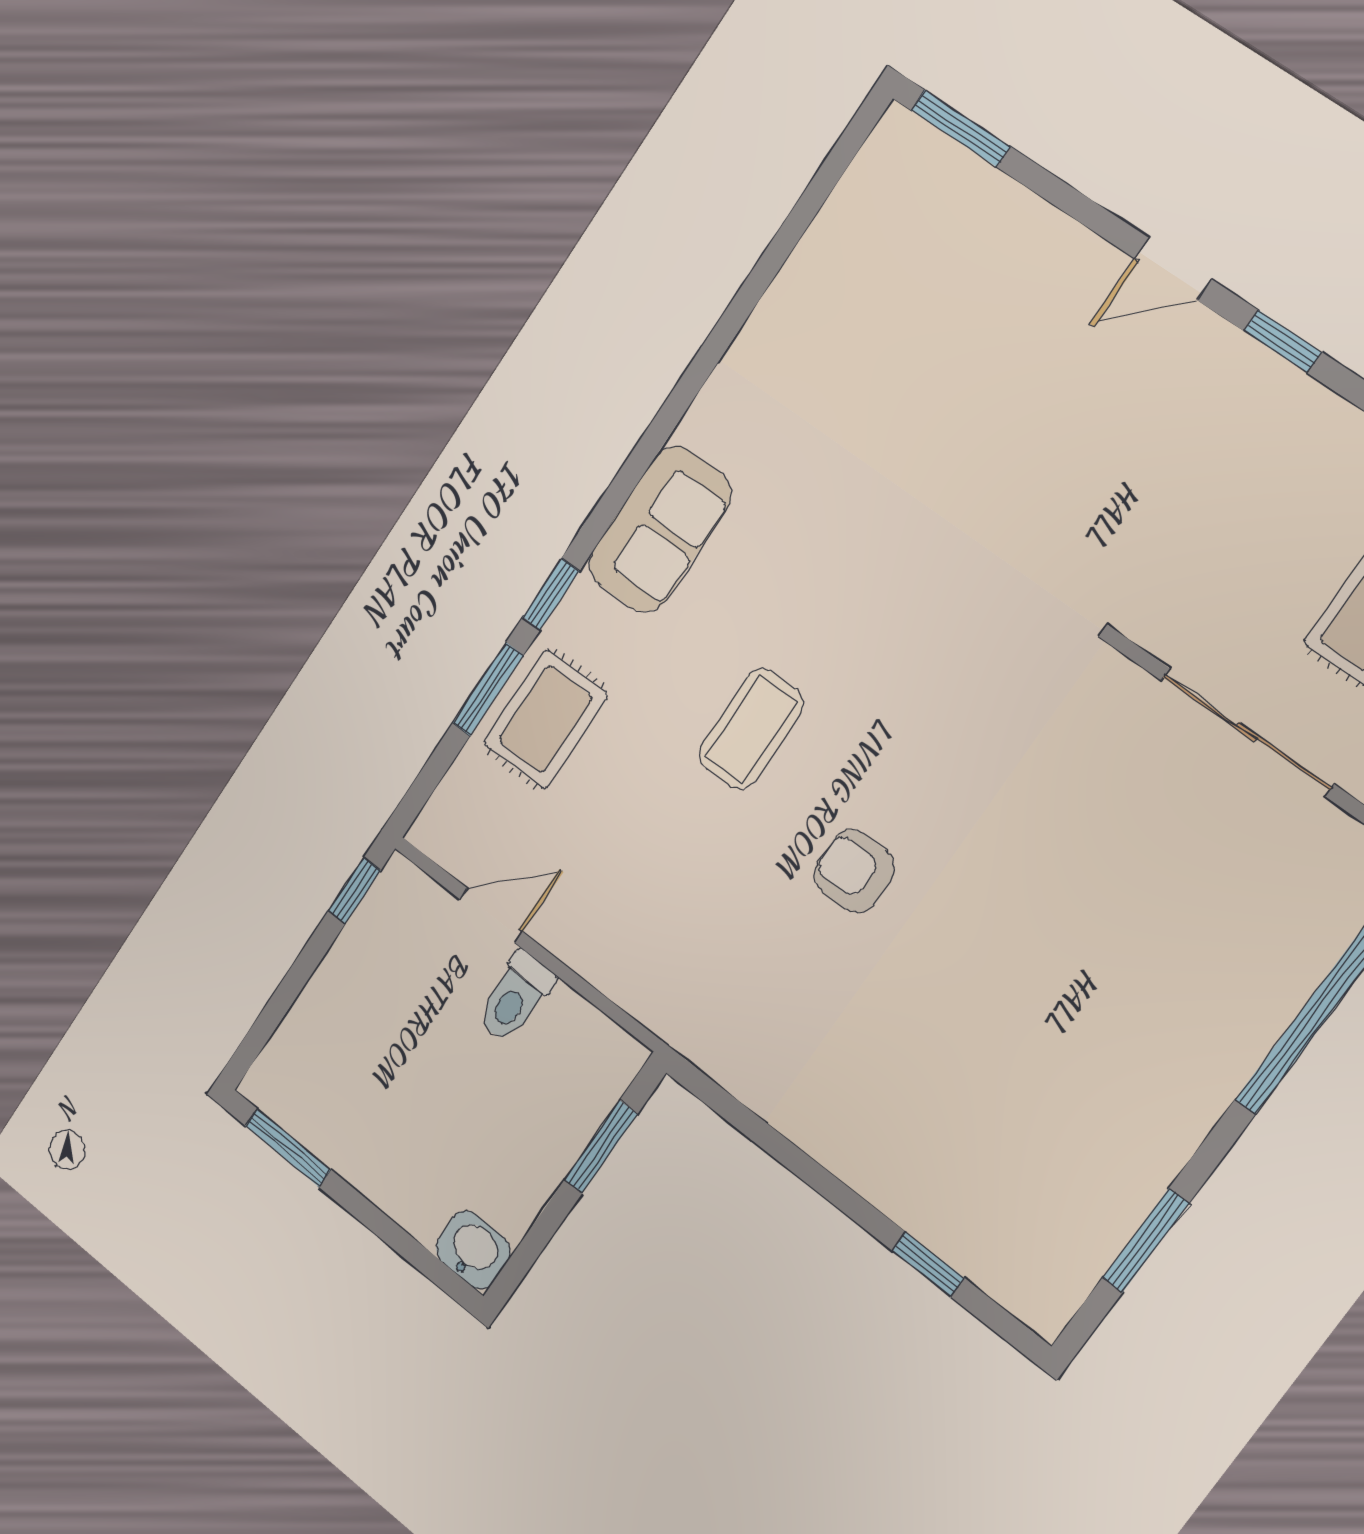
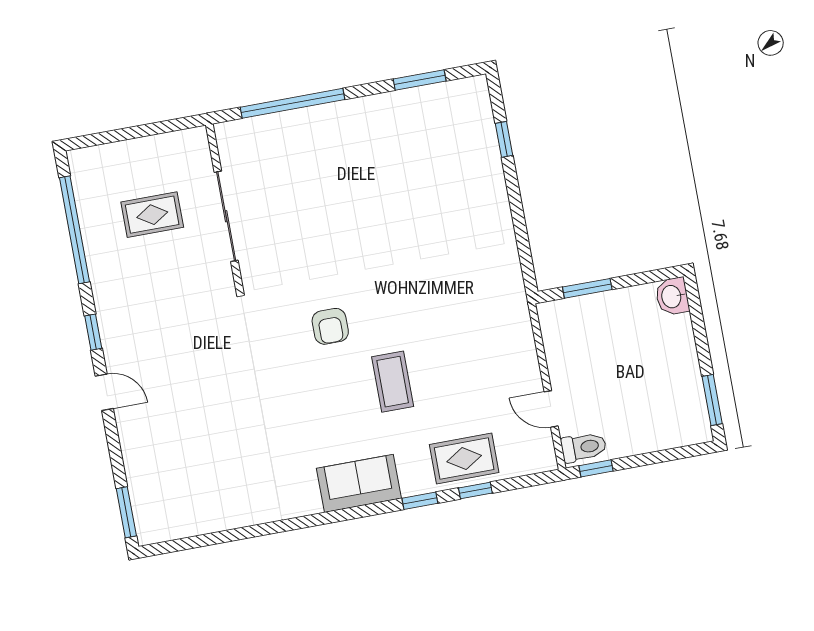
window: (488, 689) -> (475, 491), width x0.67
coffee table: (751, 729) -> (393, 382), turned 90
armchair: (854, 871) -> (330, 326), moved
toilet: (515, 997) -> (584, 447), moved

